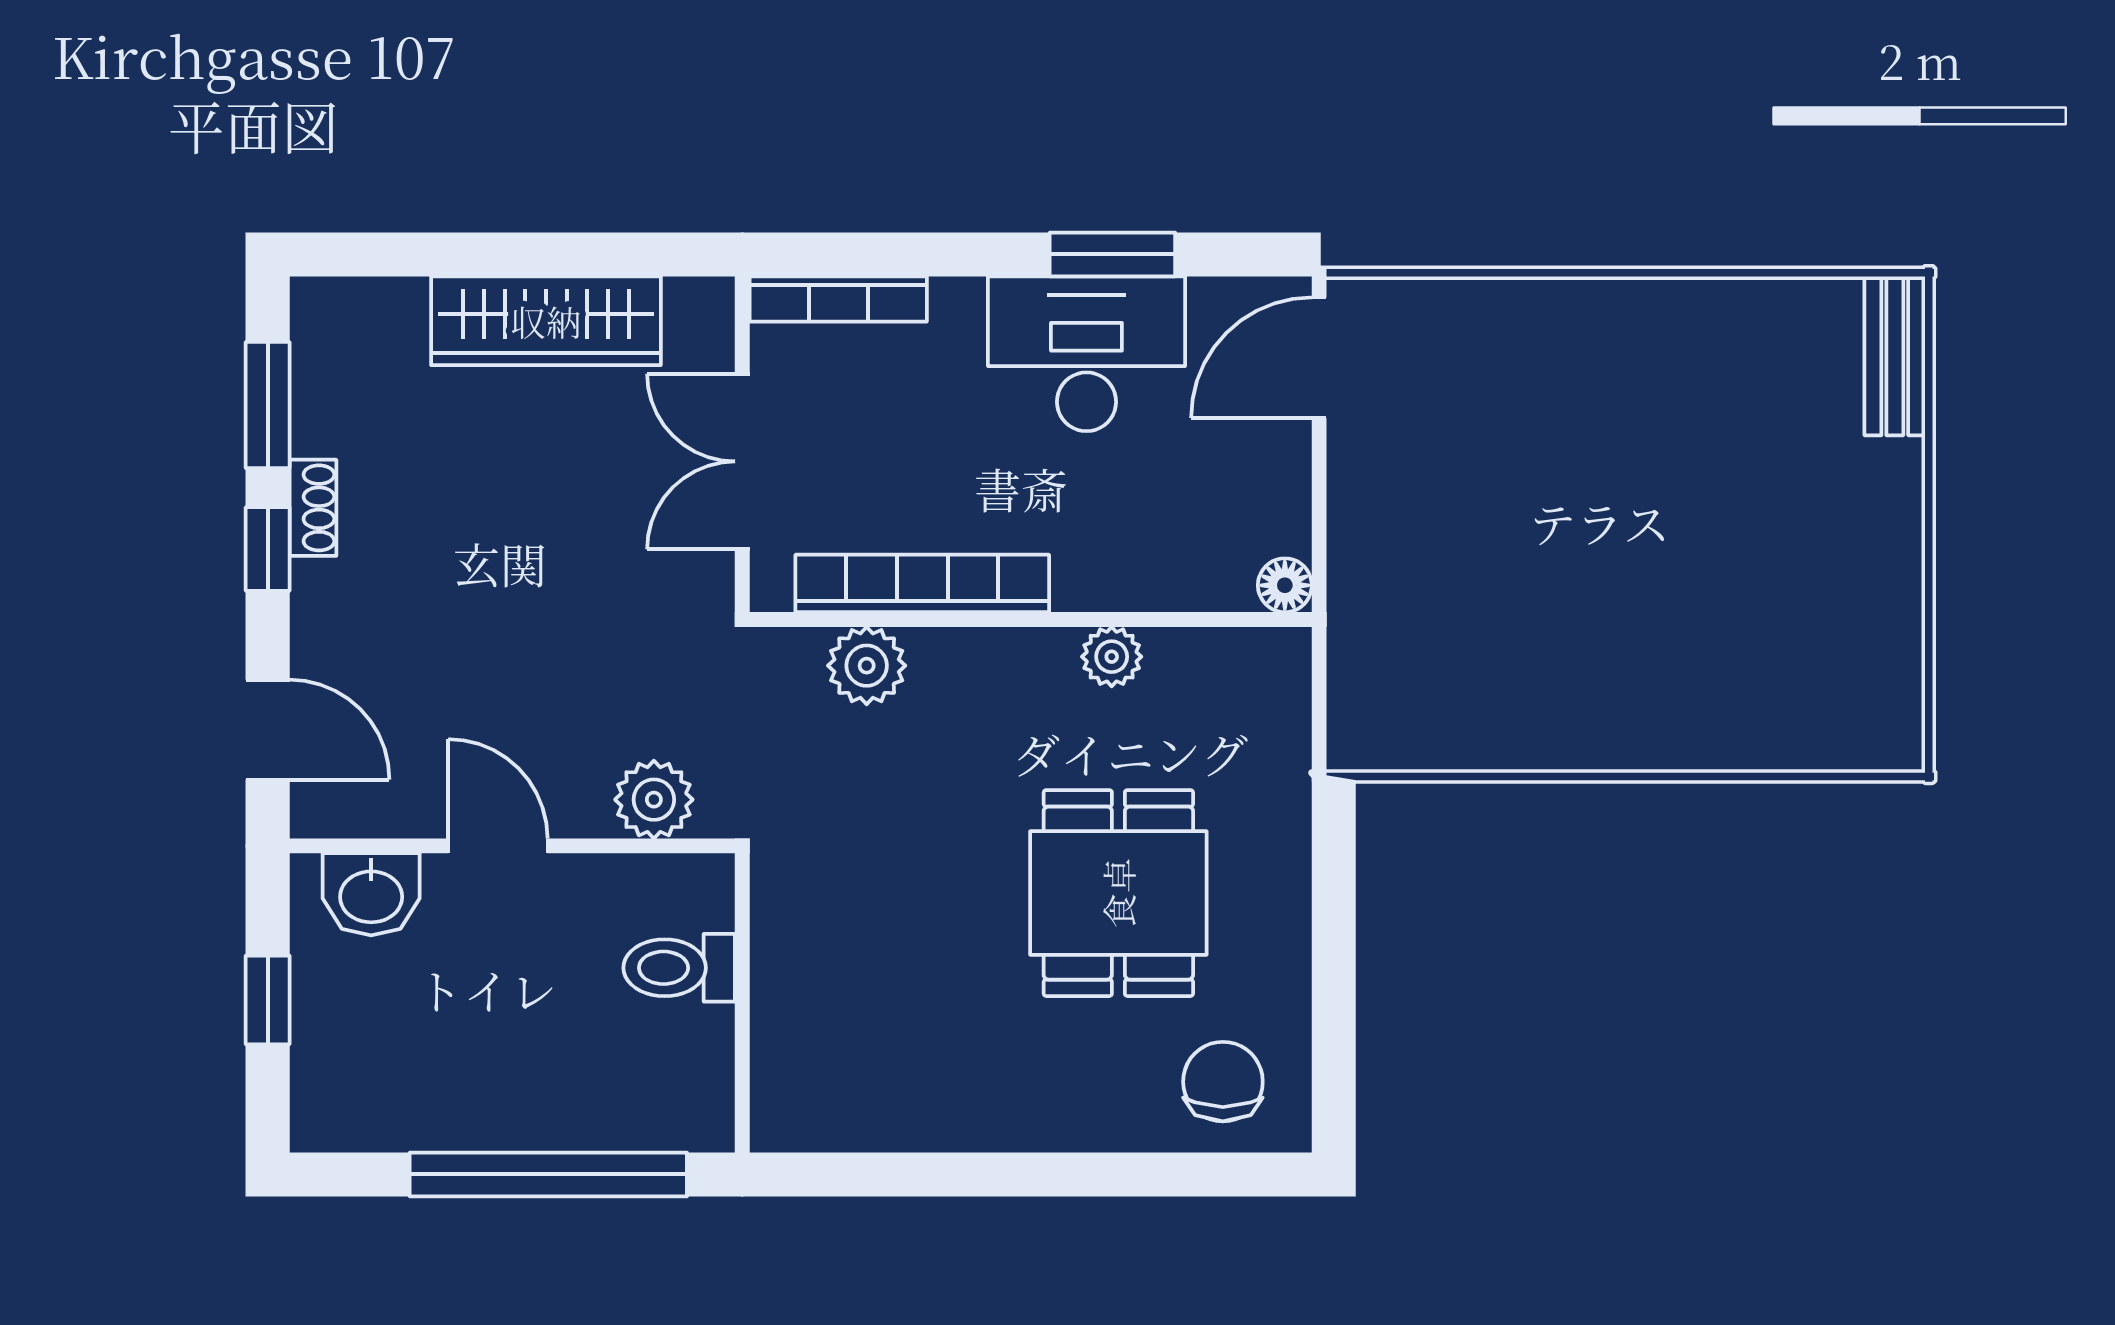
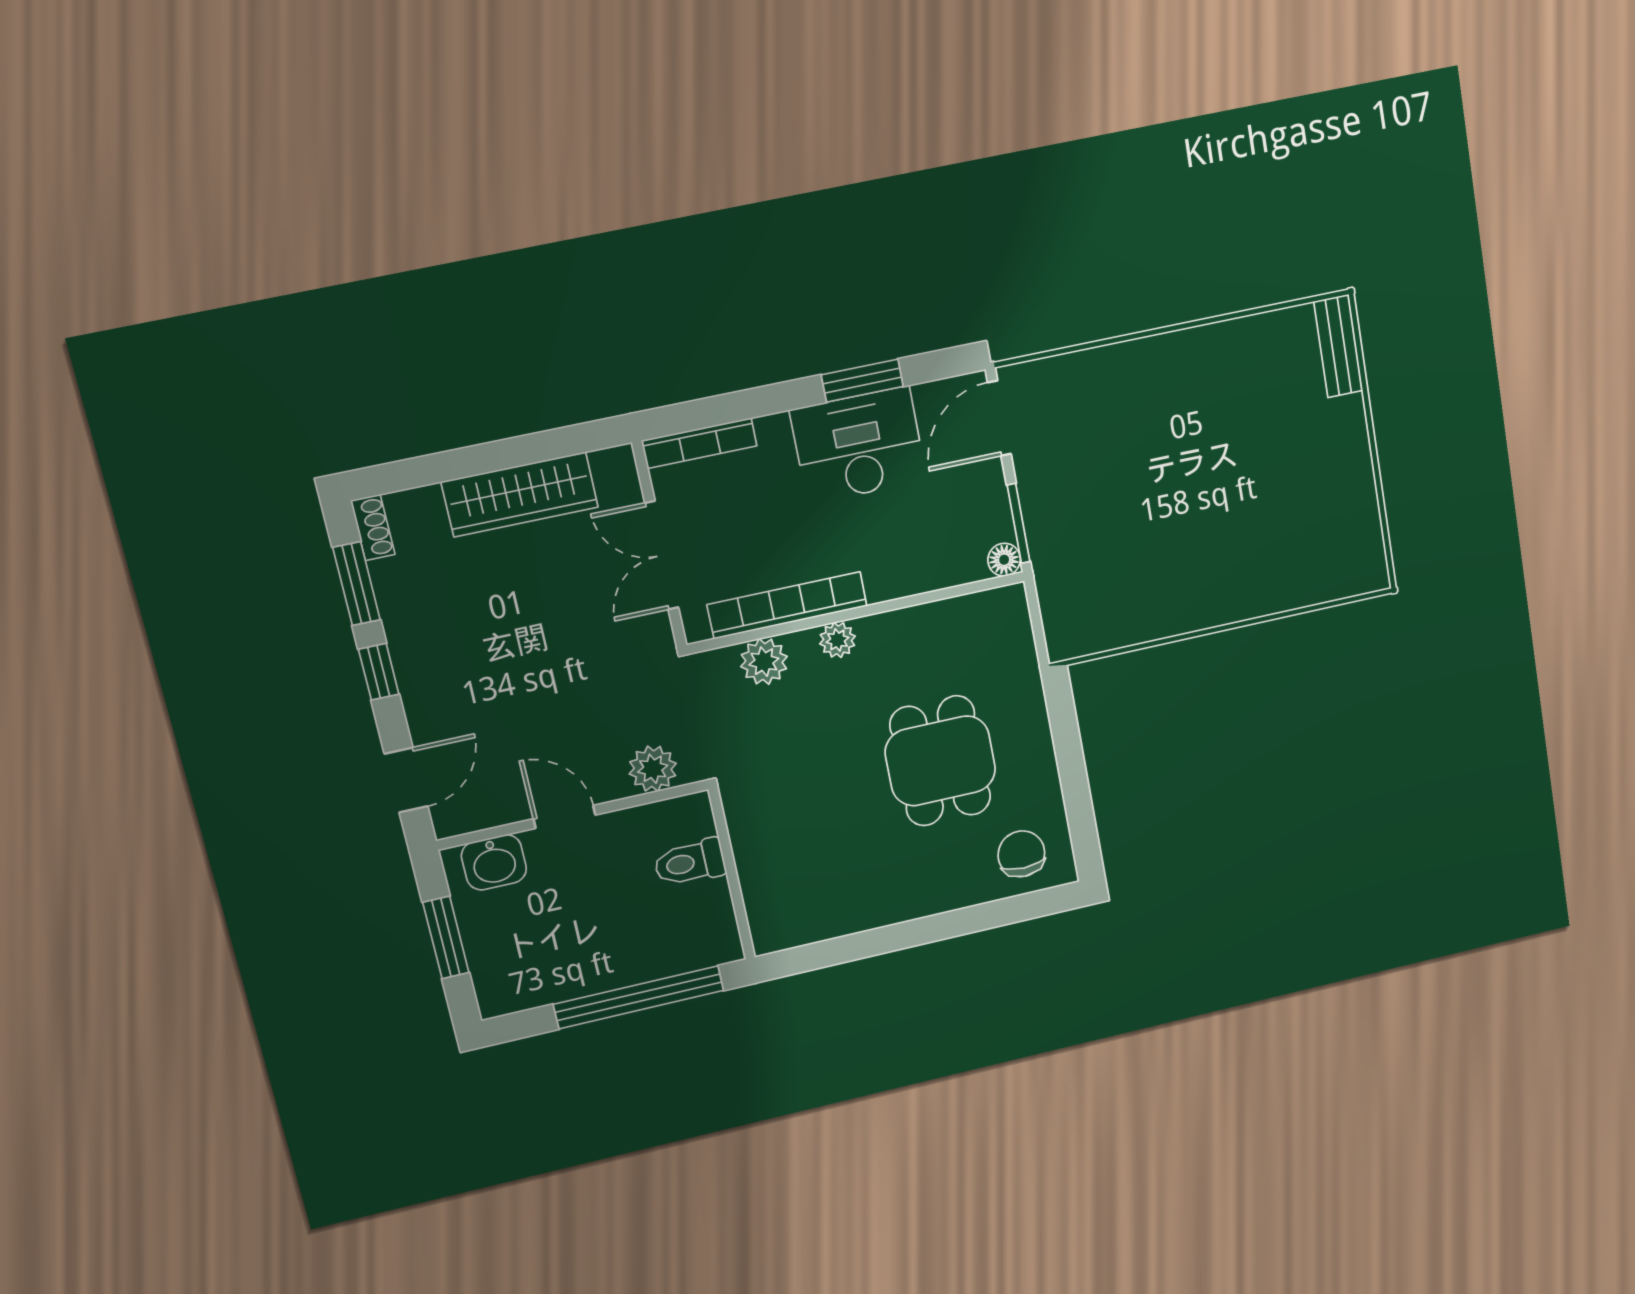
shoe rack: (313, 508) -> (373, 528), moved
window: (1319, 532) -> (1019, 523), added
plant: (1112, 657) -> (837, 640), moved
door: (268, 730) -> (406, 780), hinge flipped
window: (268, 1000) -> (446, 938), width x1.50

